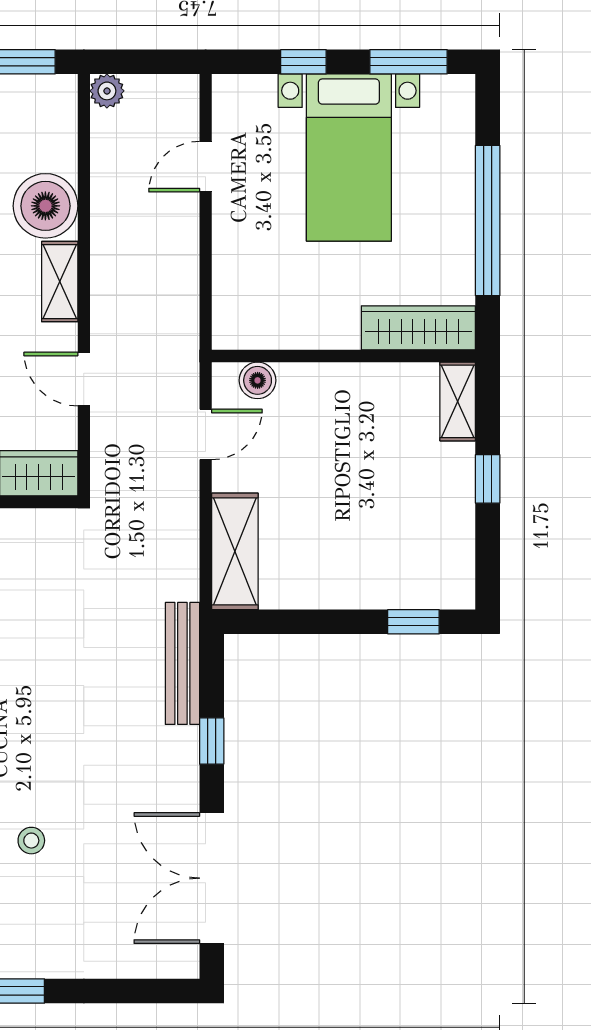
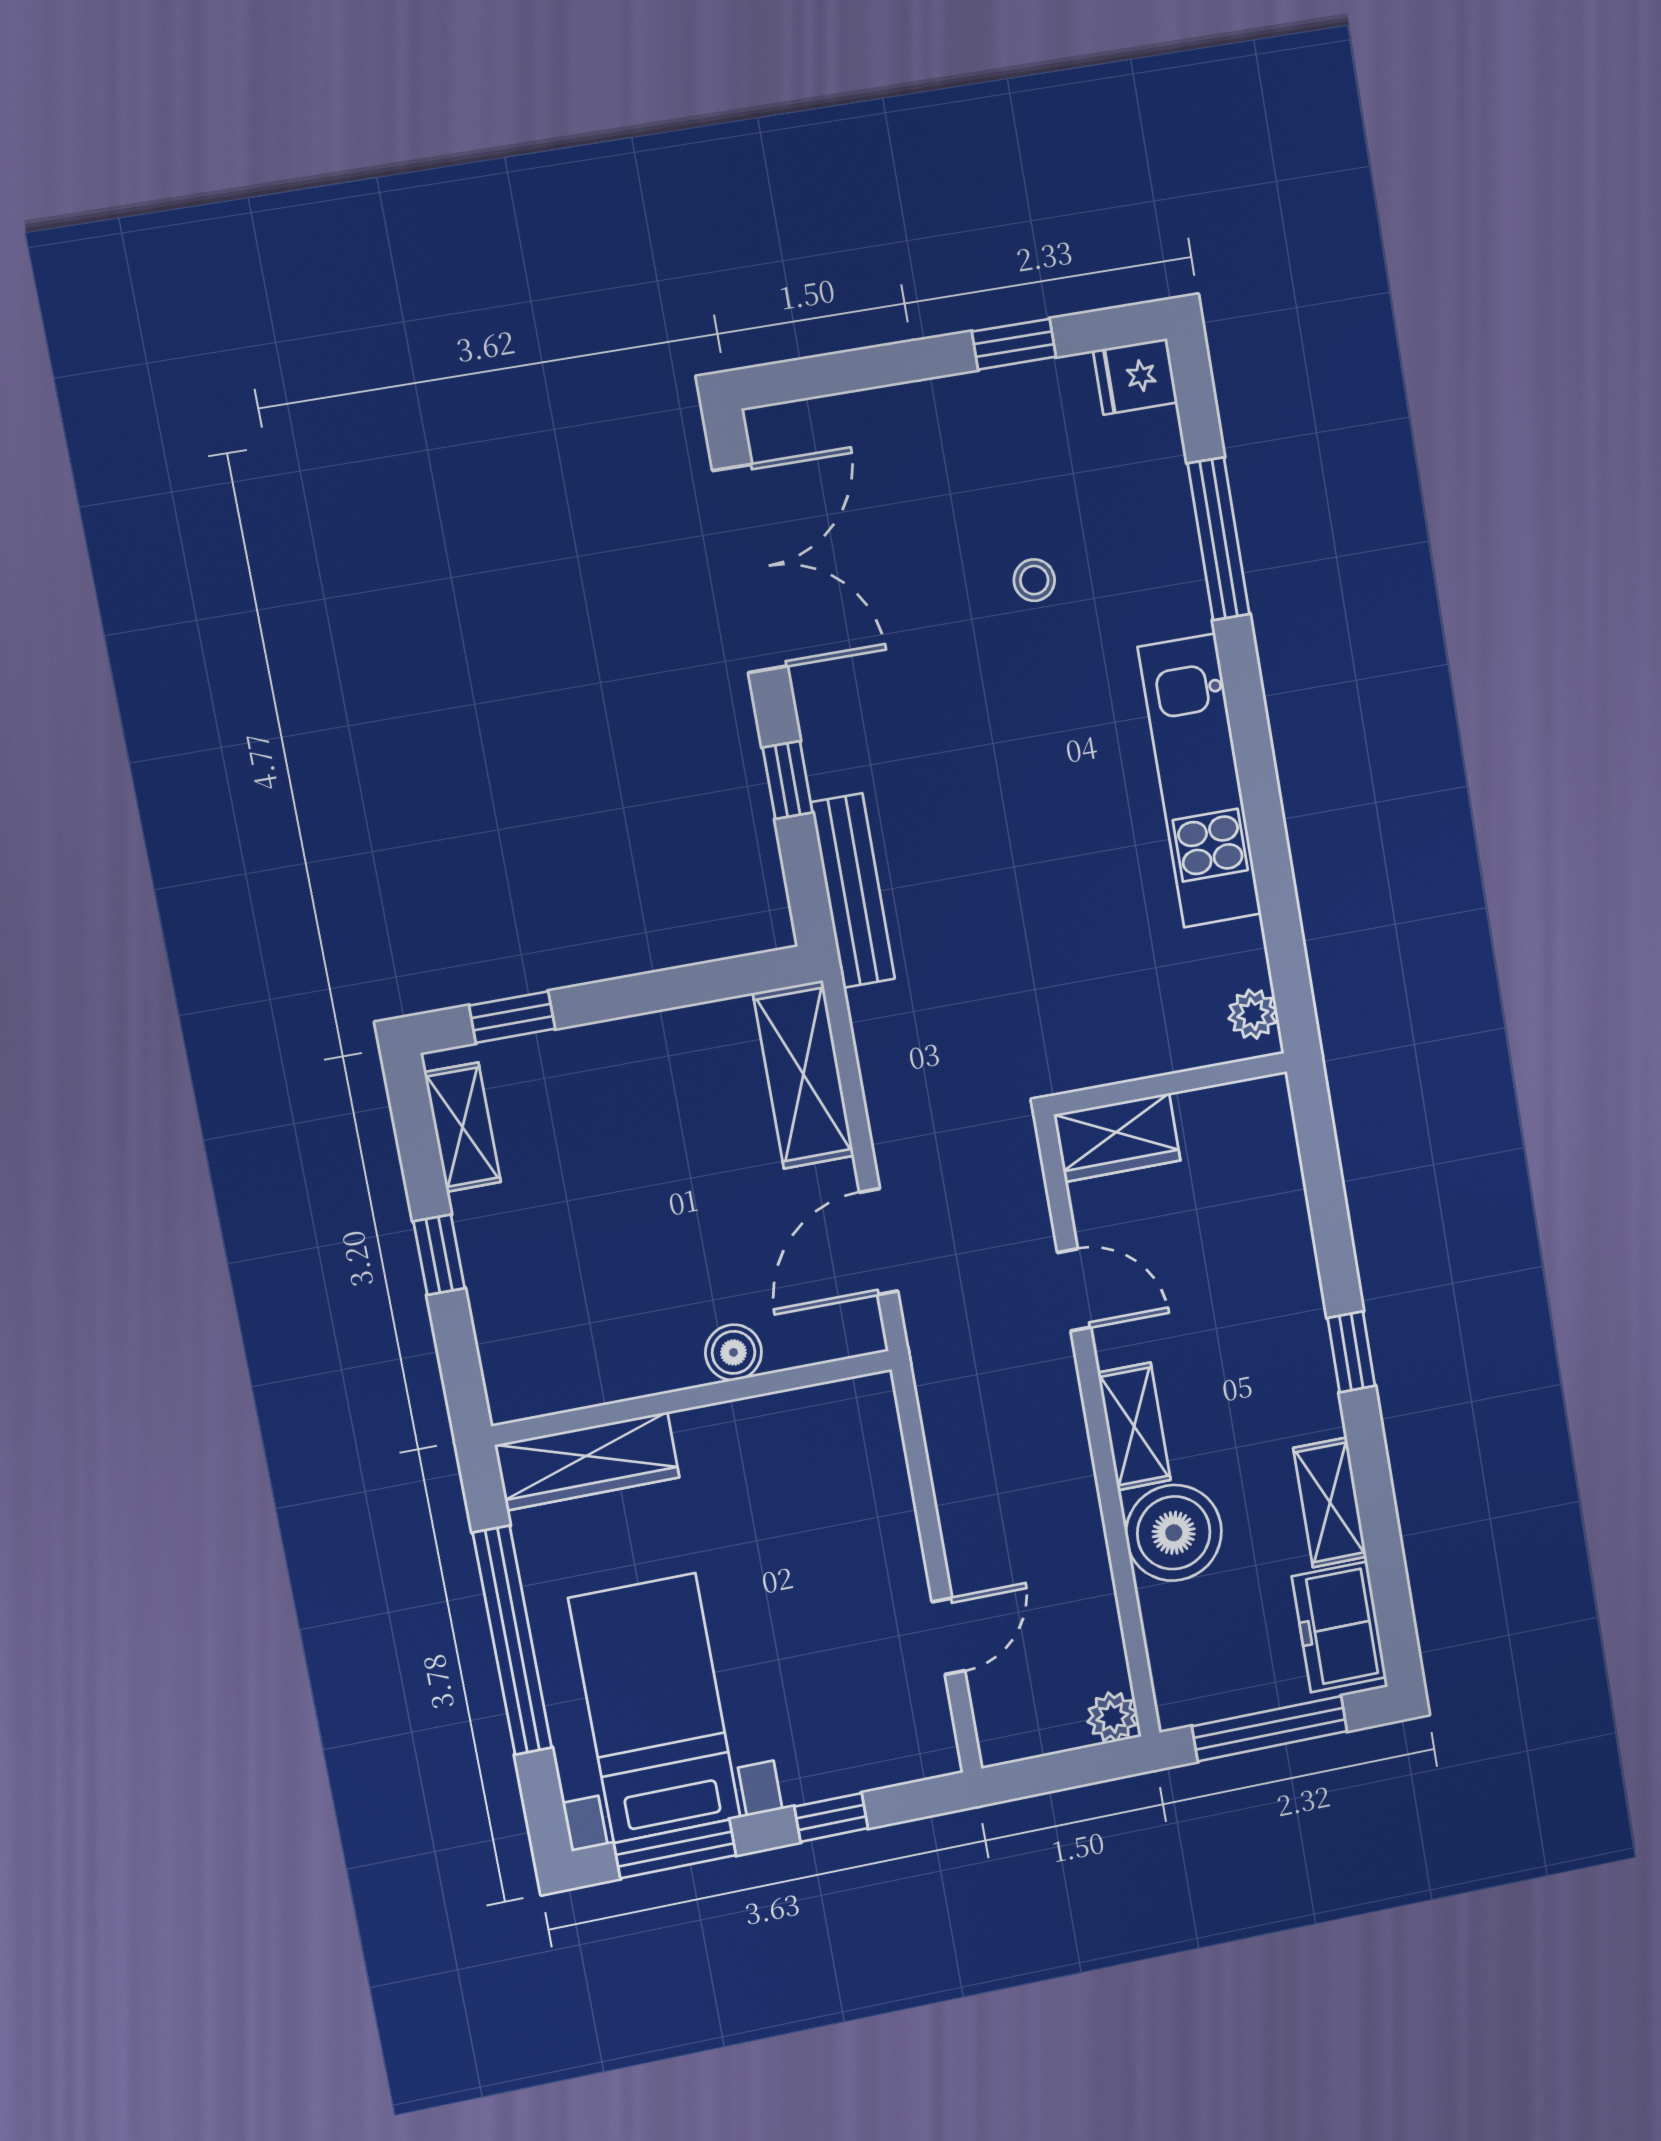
bed with nightstands: (349, 158) -> (655, 1708), moved
boiler: (258, 380) -> (733, 1352), moved
shelving: (458, 401) -> (462, 1127), moved
door: (206, 434) -> (879, 1242), width x1.38

